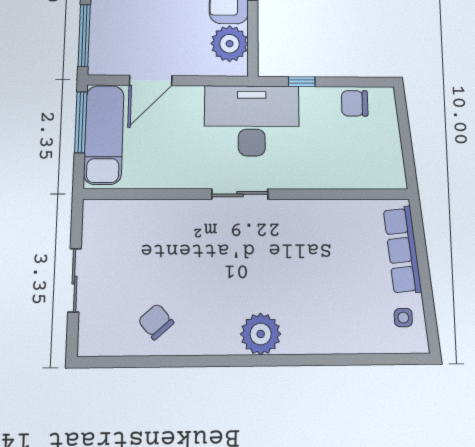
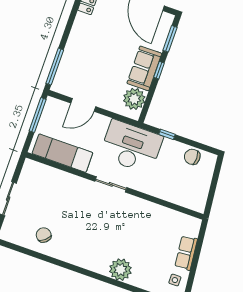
exam couch: (104, 135) -> (62, 153), moved, turned -90
row of seats: (402, 250) -> (186, 253), width x0.68
plant: (261, 334) -> (120, 270), moved

